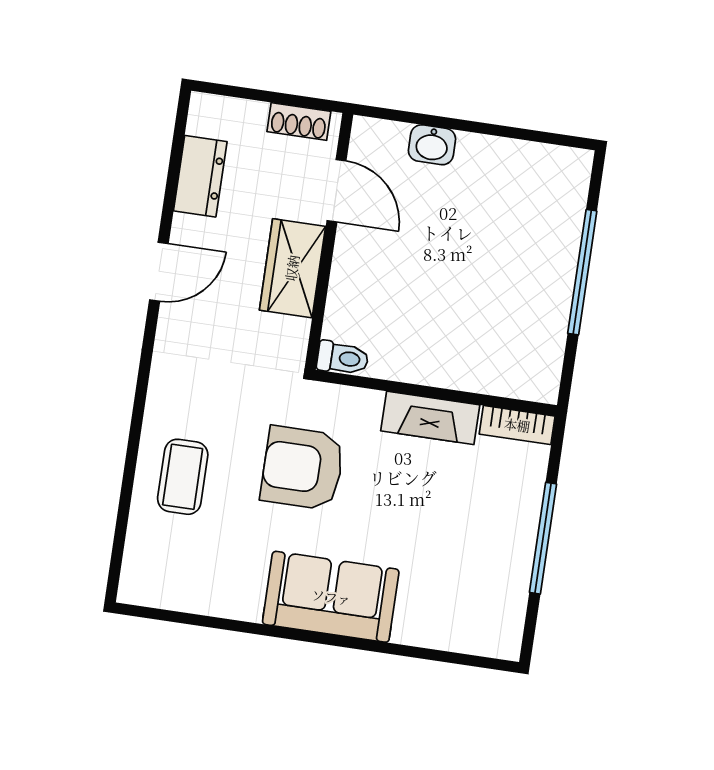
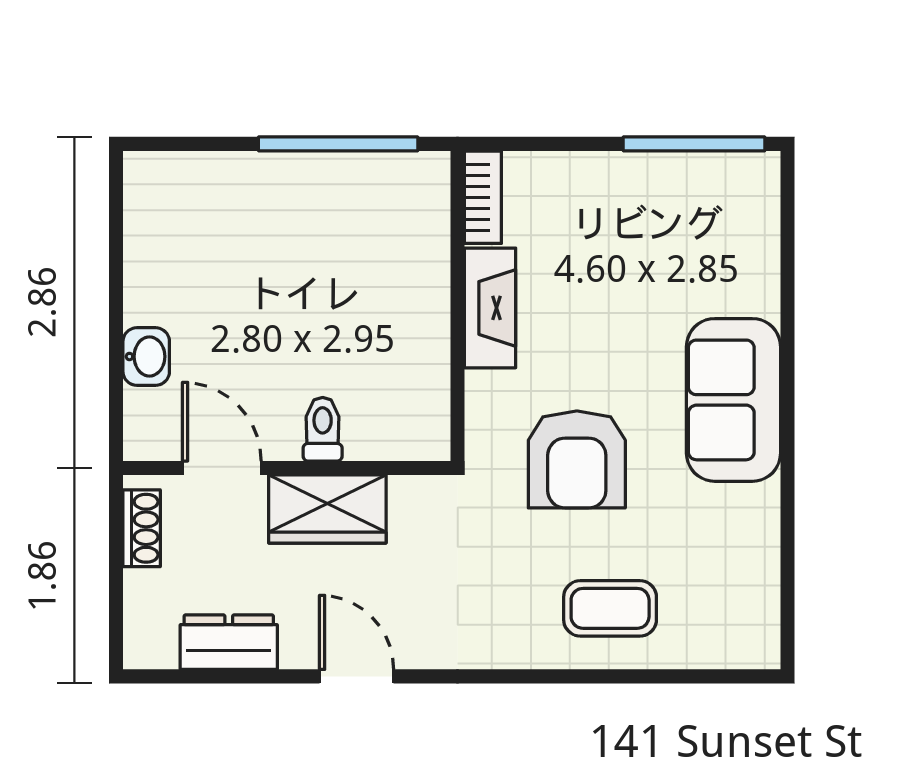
door: (337, 191) -> (222, 468), hinge flipped
window: (582, 272) -> (338, 144), moved
toilet: (343, 358) -> (323, 429), moved
window: (543, 538) -> (694, 144), moved

